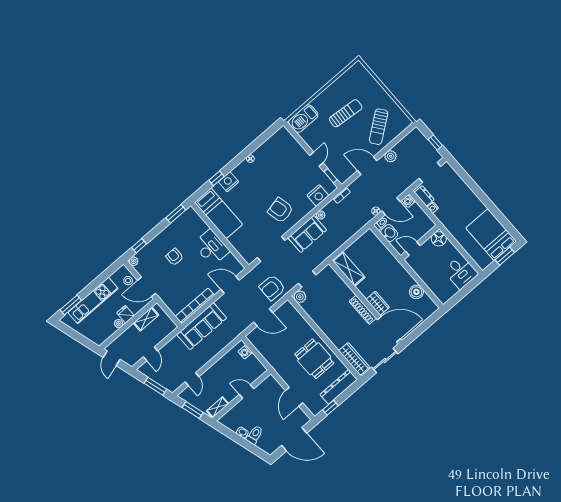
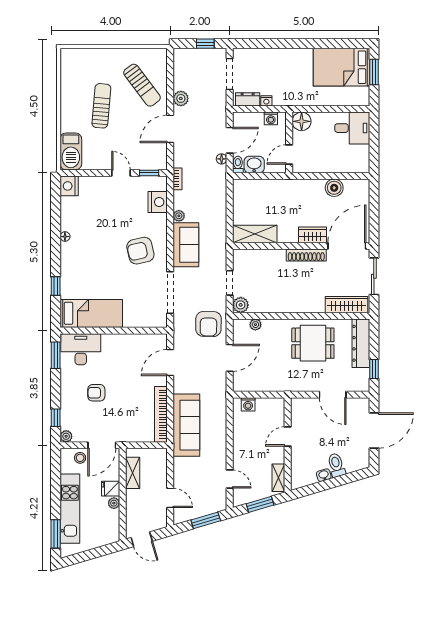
nightstand: (229, 182) -> (69, 186), moved
washing machine: (409, 201) -> (271, 118), moved
desk: (211, 248) -> (81, 349), moved
plant: (296, 316) -> (255, 325), added

